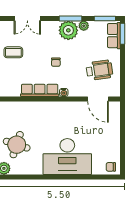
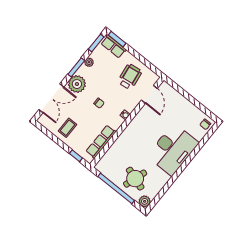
double door: (27, 18) -> (51, 98), width x1.37
plant: (68, 30) -> (77, 84), moved
row of seats: (40, 90) -> (101, 142), moved
door: (98, 99) -> (149, 94), hinge flipped

